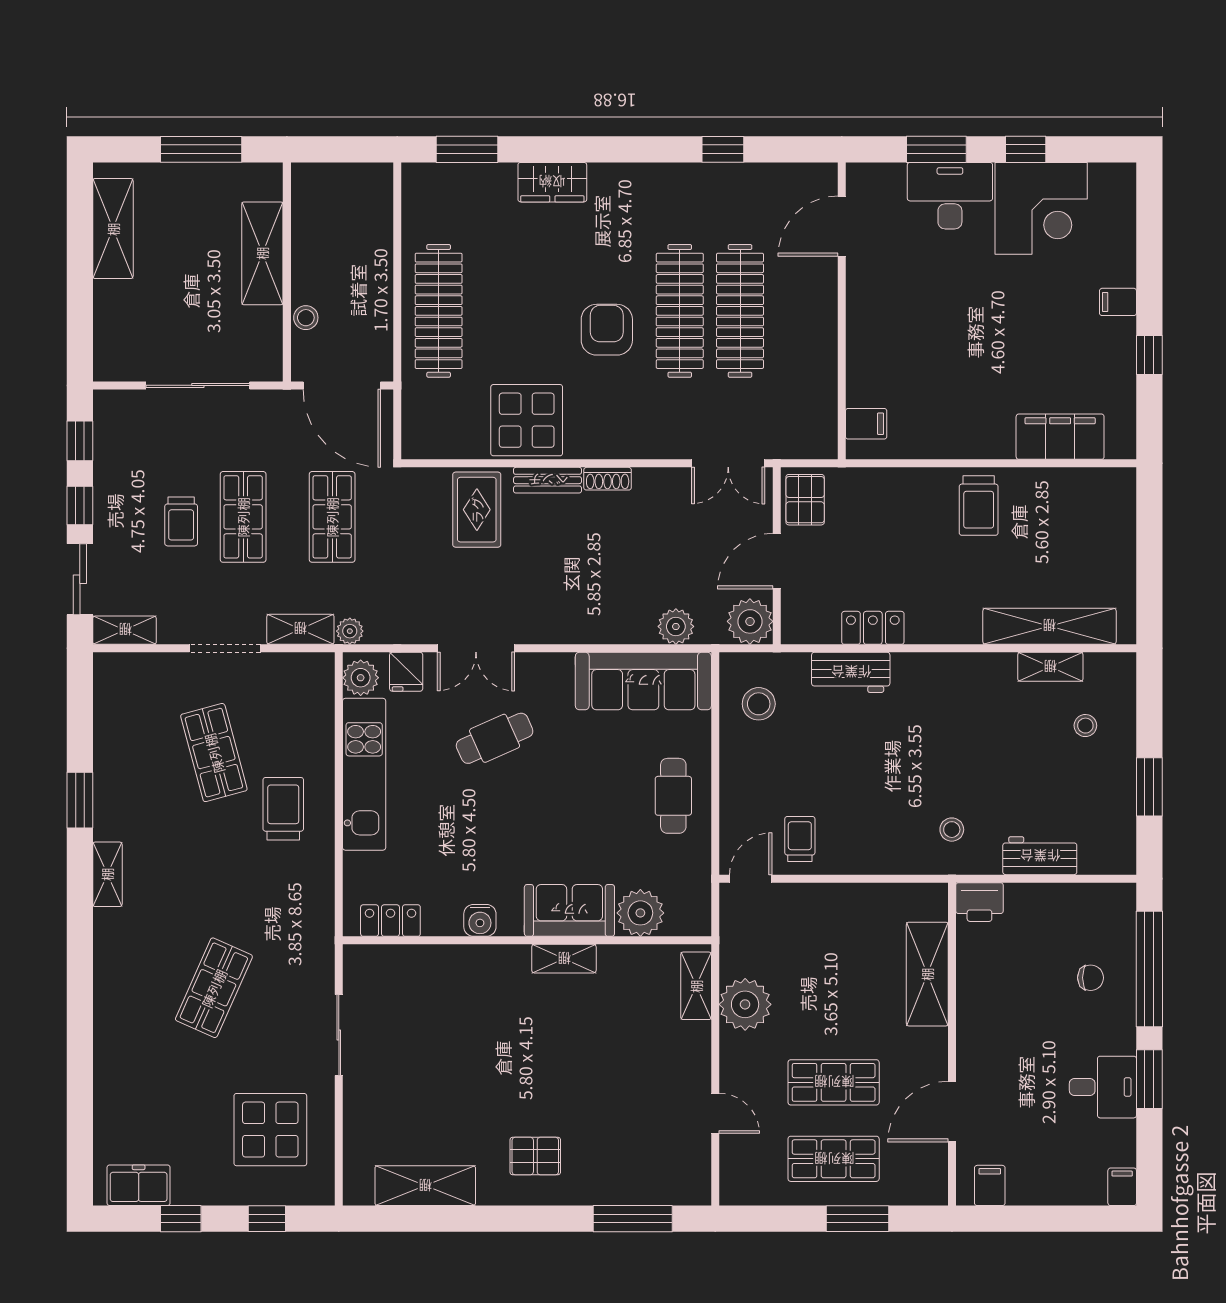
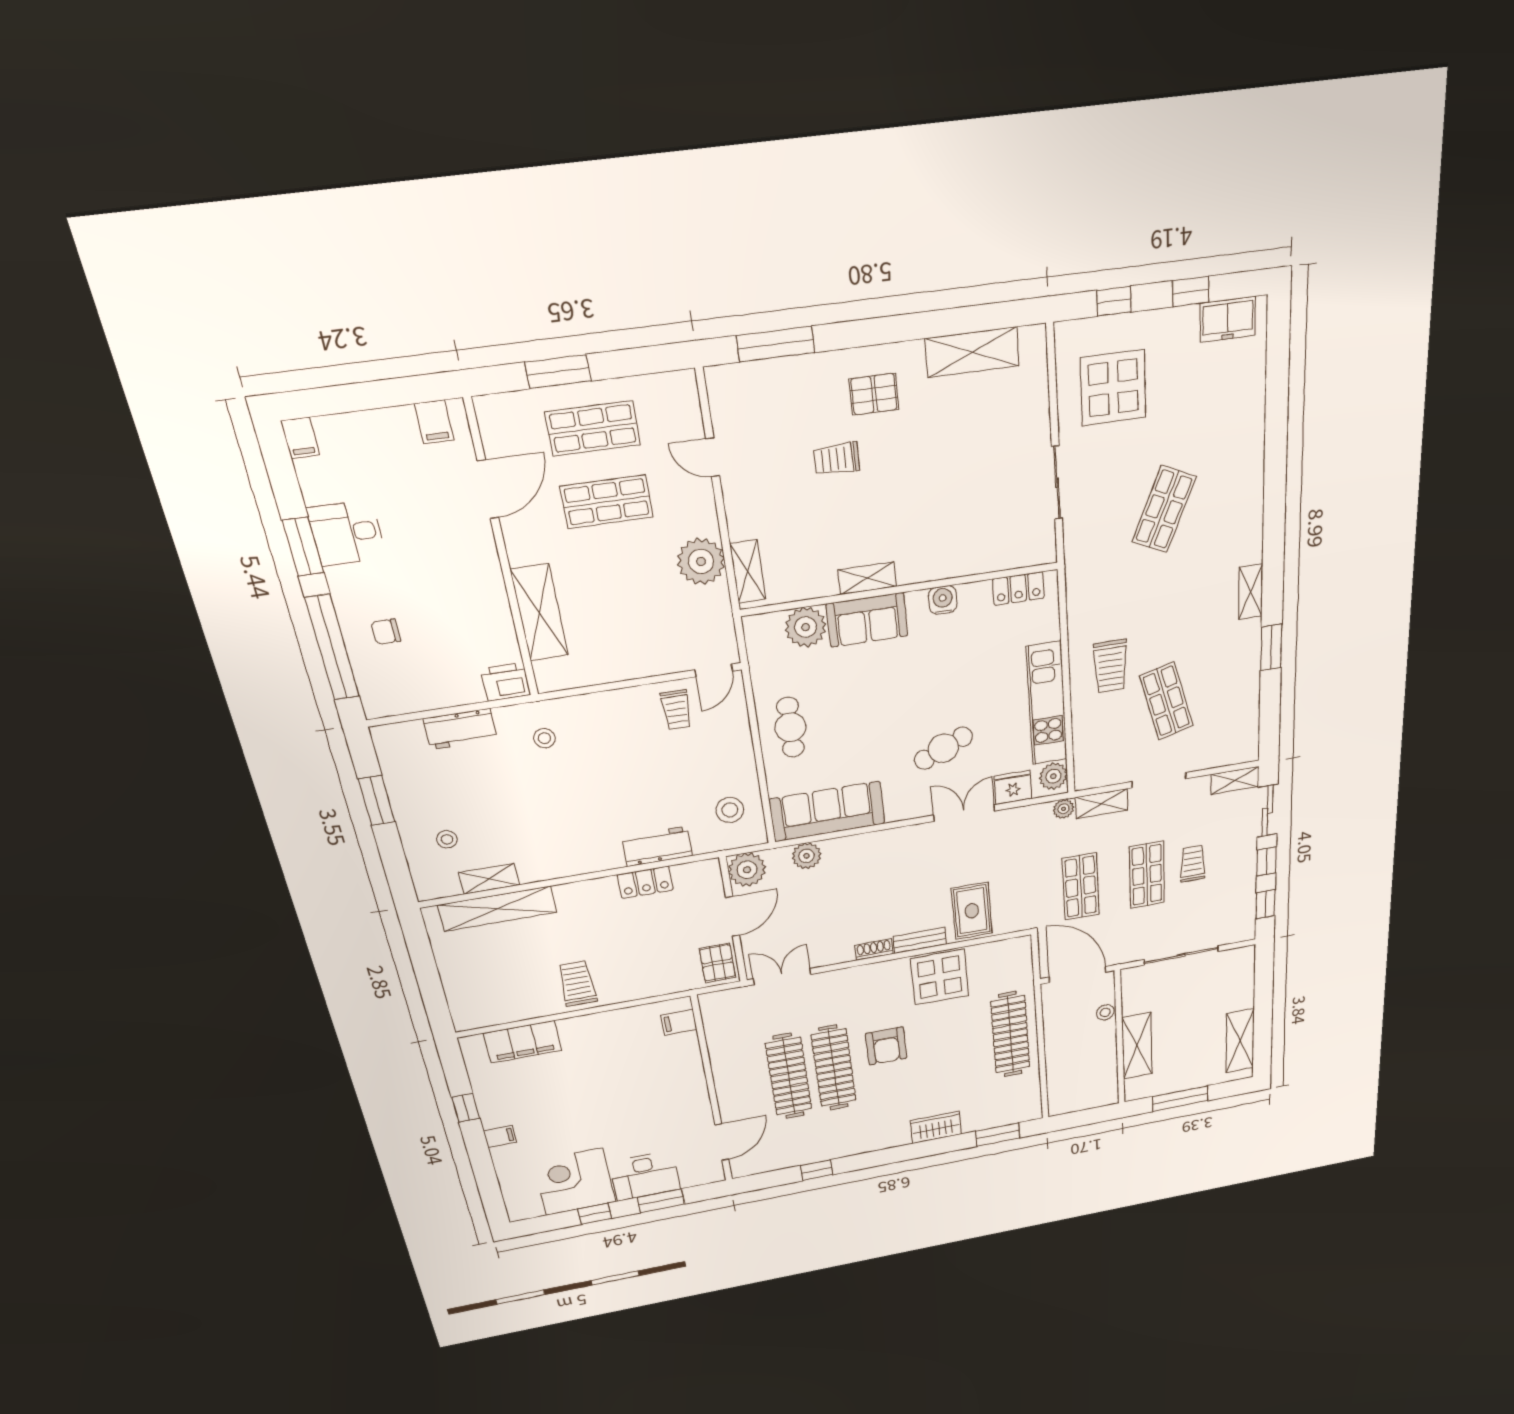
fridge: (406, 672) -> (1013, 787), width x1.38
trolley: (583, 1094) -> (837, 459), added

